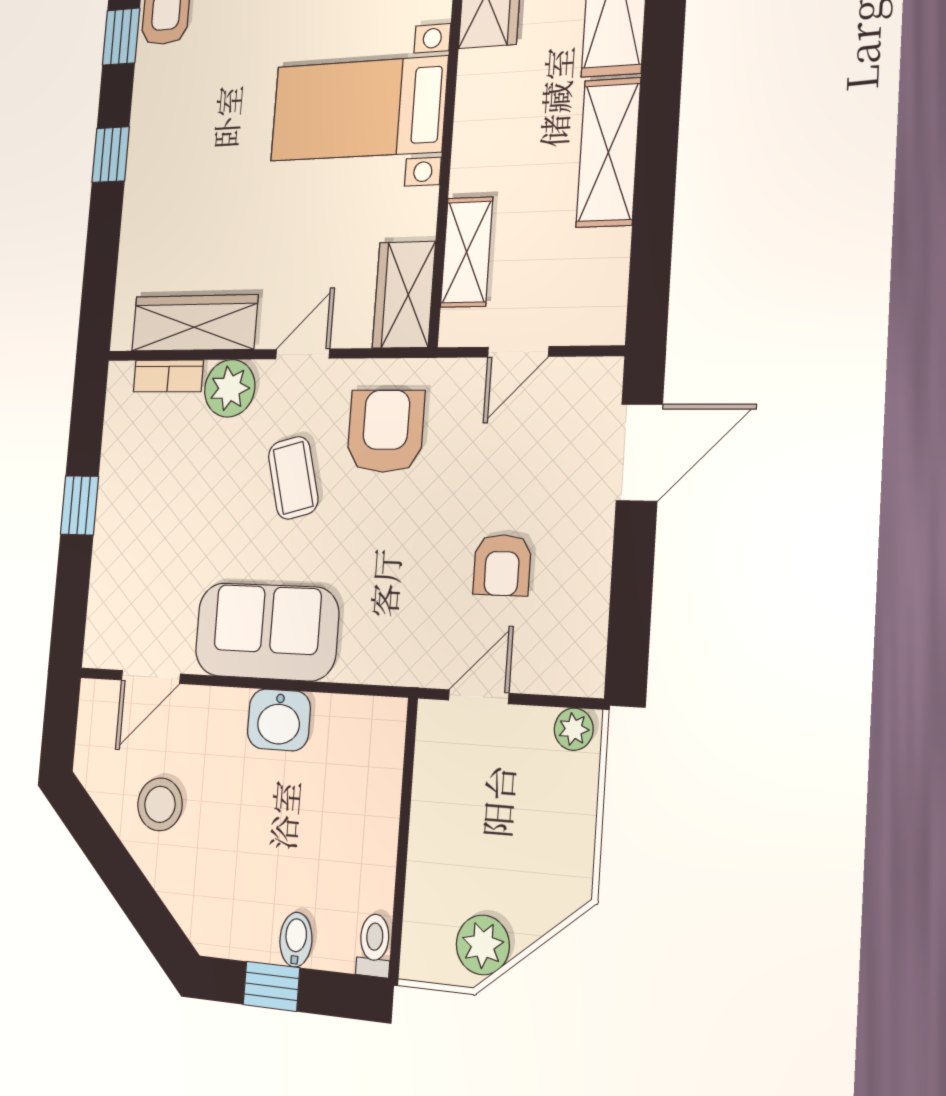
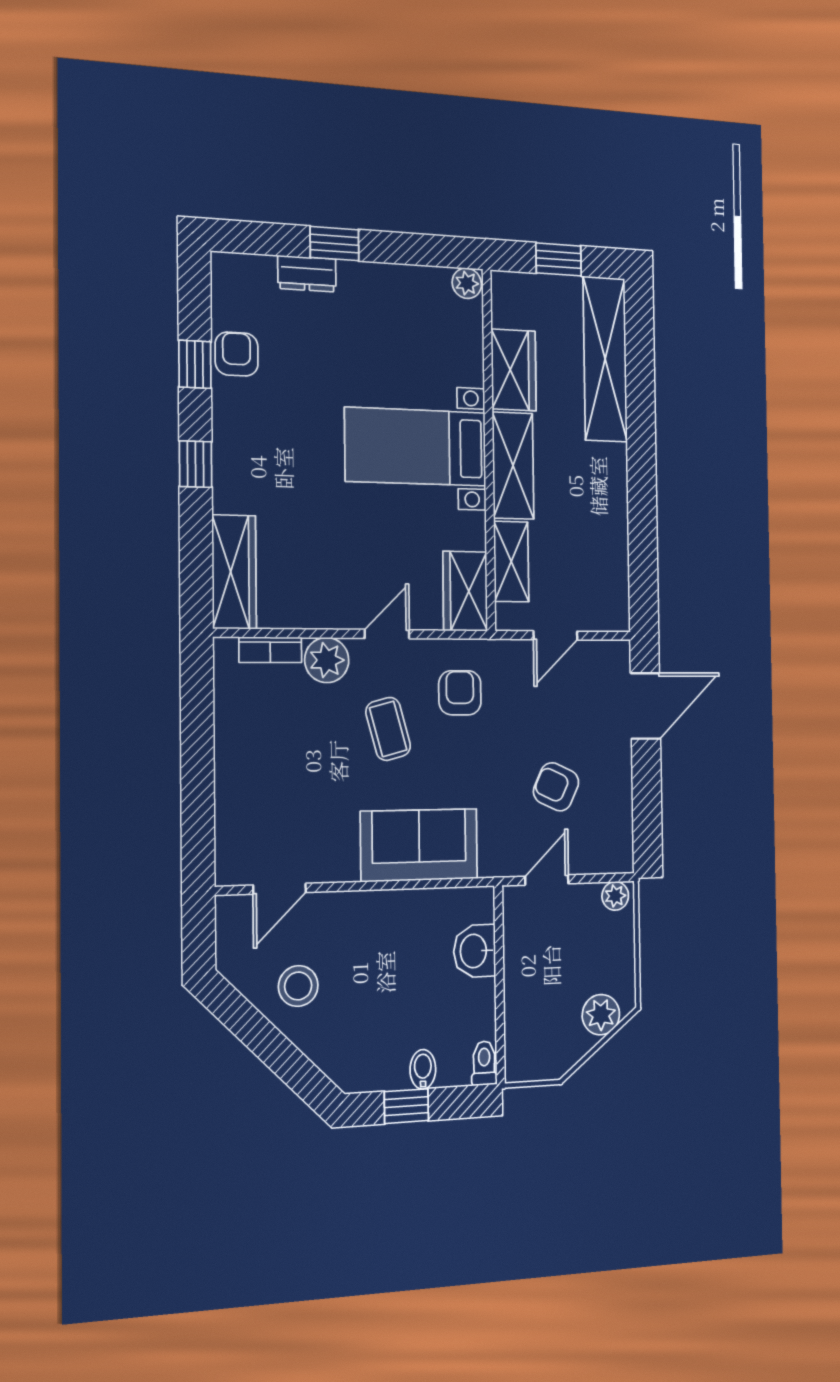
shelving: (608, 153) -> (513, 466), moved
wardrobe: (194, 323) -> (234, 572), moved, turned 90
armchair: (386, 431) -> (460, 693), width x0.72, depth x0.72
window: (79, 505) -> (197, 756), removed
armchair: (502, 565) -> (556, 787), turned 115
sofa: (266, 632) -> (419, 845), moved
washbasin: (279, 720) -> (475, 951), moved, turned 90
plant: (483, 945) -> (601, 1015), moved

